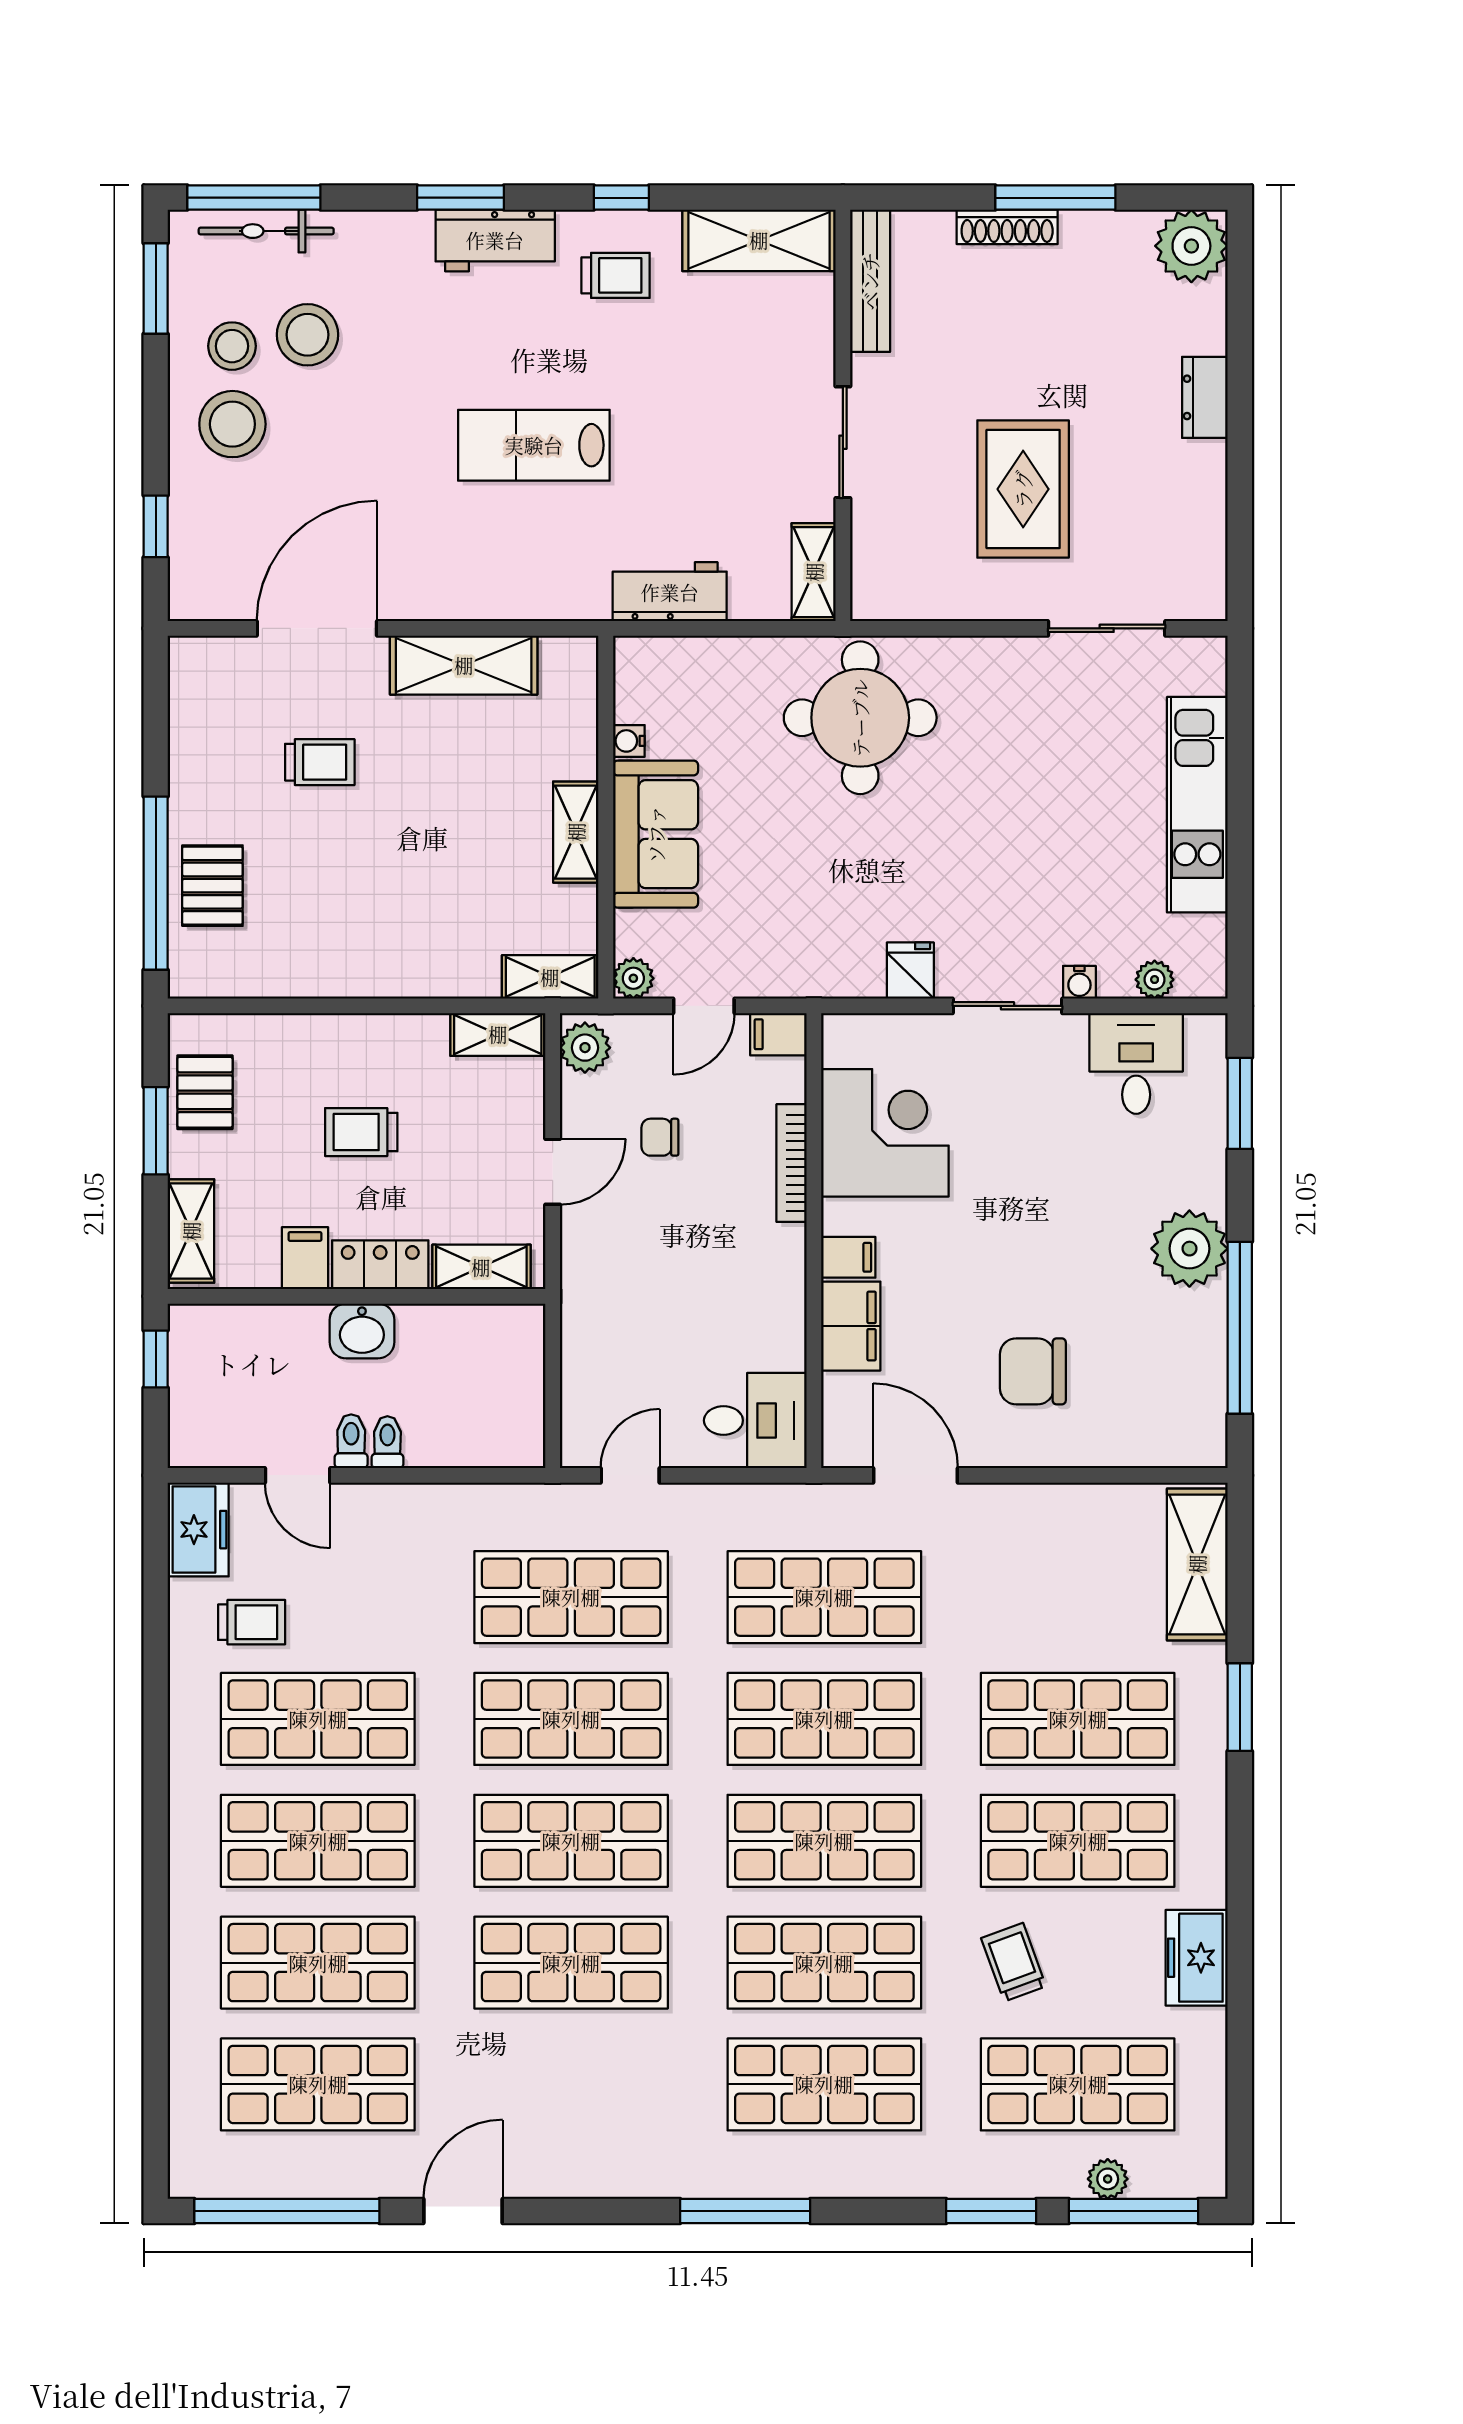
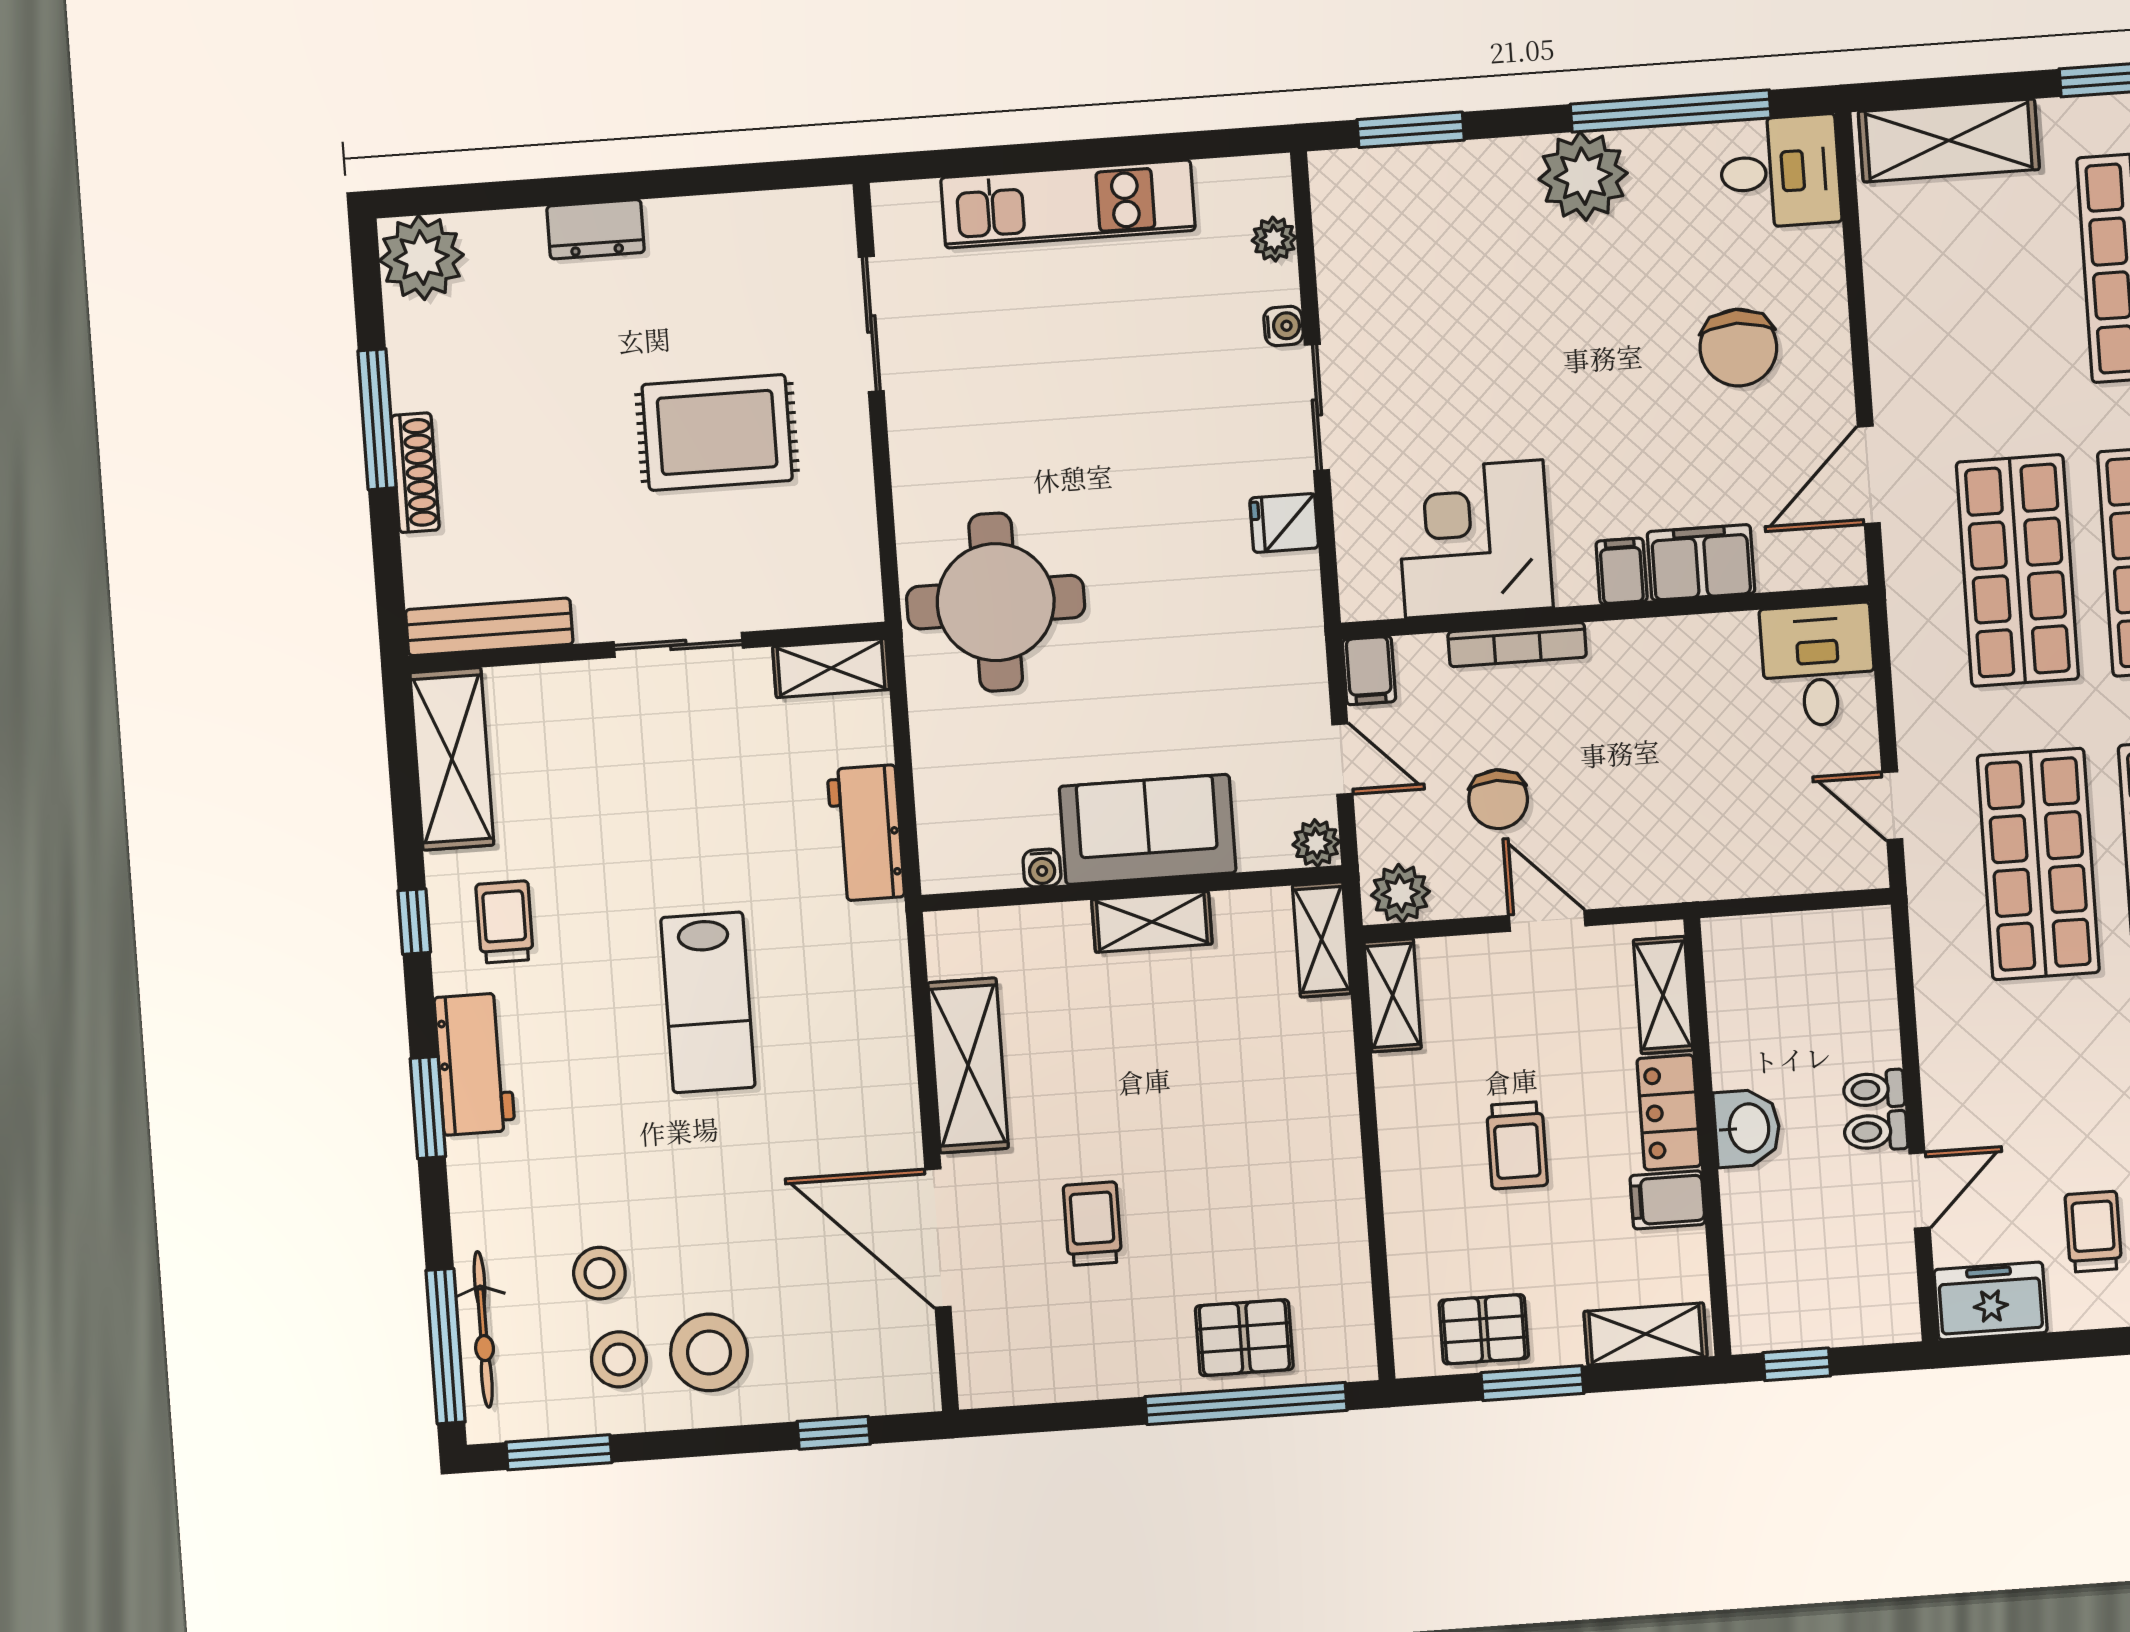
stool: (307, 335) -> (599, 1273), width x0.73, depth x0.73
desk: (1136, 1063) -> (1780, 172), moved, turned 180
chair: (660, 1137) -> (1498, 799), width x1.37, depth x1.37

